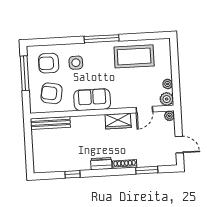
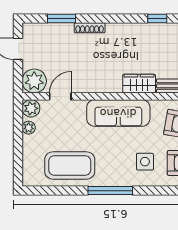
sofa: (92, 100) -> (118, 113), width x1.36
plant: (169, 116) -> (34, 81), width x1.88, depth x1.88
wardrobe: (118, 121) -> (139, 84), moved
dresser: (101, 164) -> (120, 30), removed

